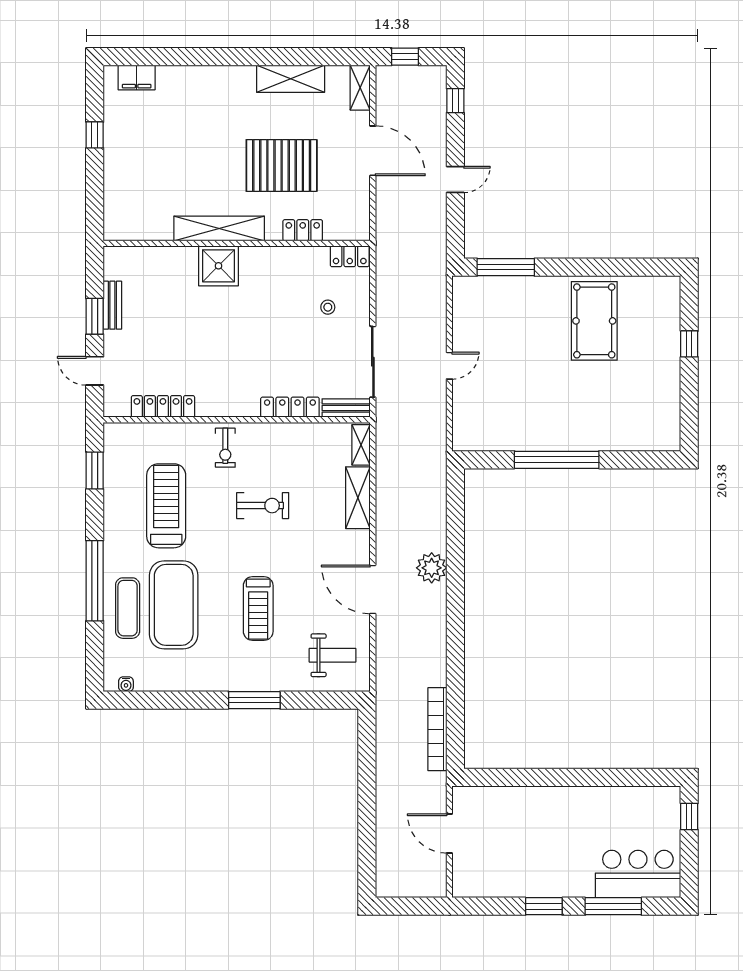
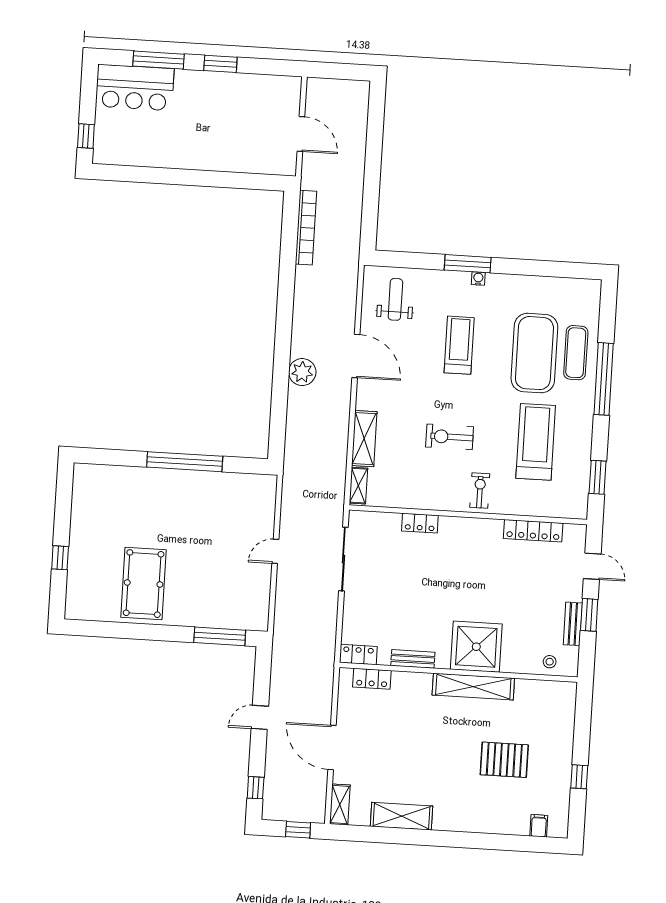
filing cabinet: (137, 77) -> (539, 826), width x0.50
pallet: (282, 166) -> (504, 760), moved, width x0.73, depth x0.71
locker: (303, 230) -> (372, 679), moved
shower: (218, 266) -> (476, 647), width x1.37, depth x1.37
stool: (328, 307) -> (550, 662), moved
locker: (290, 407) -> (420, 523), width x0.66
bench: (346, 408) -> (413, 659), moved
treadmill: (166, 506) -> (536, 442), turned 180
weight bench: (333, 655) -> (395, 299), turned 90
water cooler: (126, 684) -> (478, 279), moved

